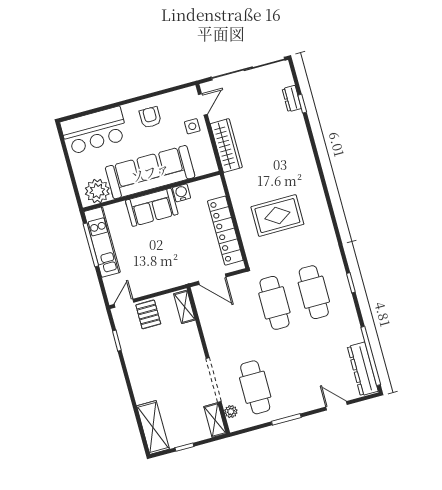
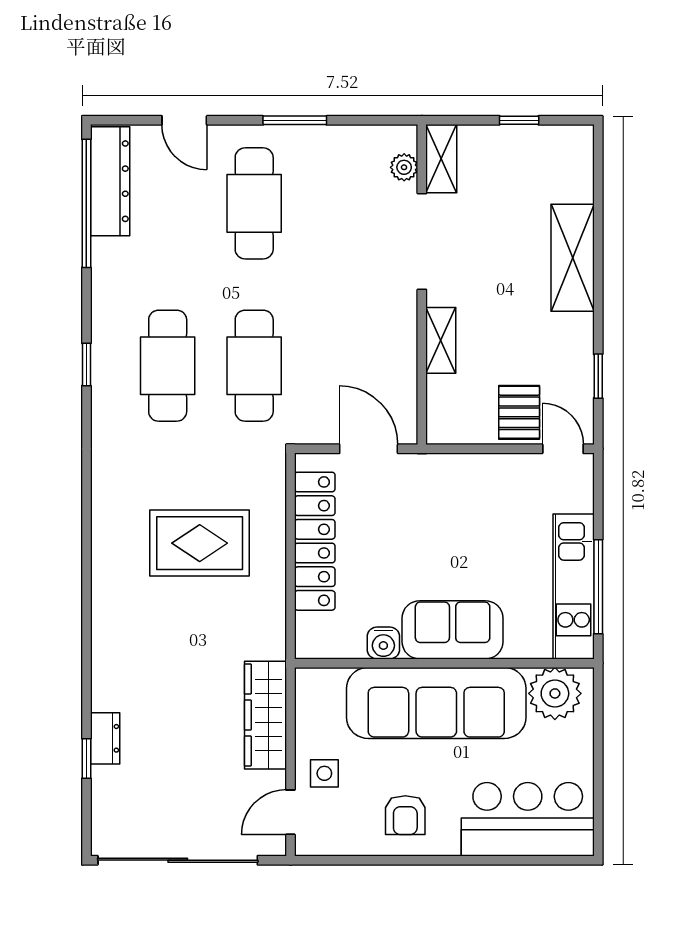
dresser: (292, 99) -> (105, 738), moved
door: (124, 303) -> (563, 449), swing flipped
shelving: (184, 307) -> (441, 340), moved
cafe table: (255, 387) -> (254, 203), moved
shelving: (153, 427) -> (573, 258), moved

